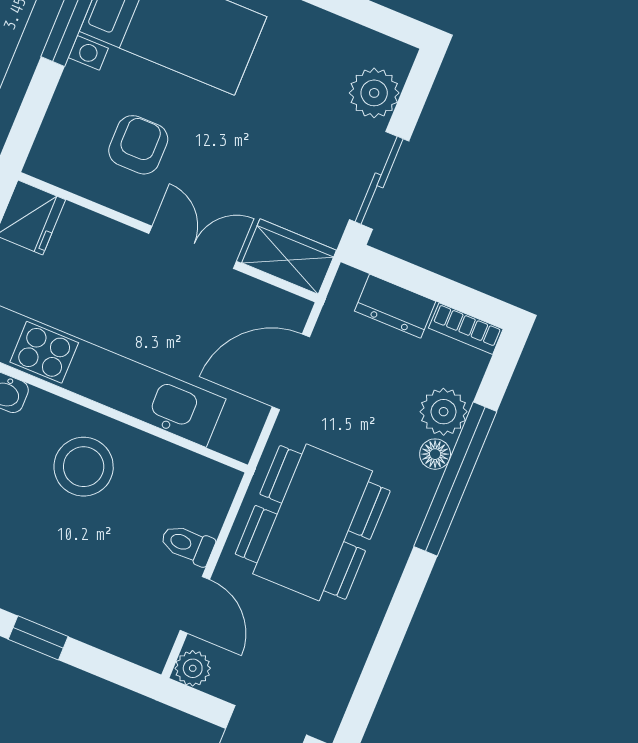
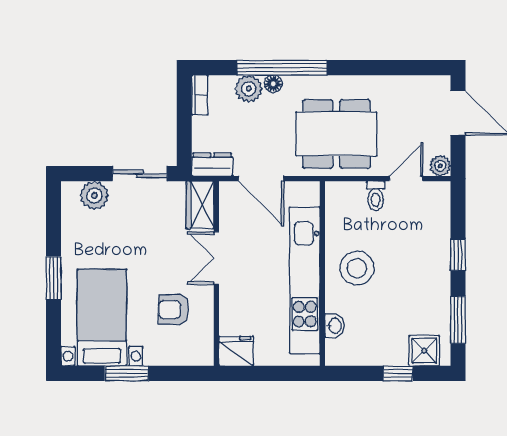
dresser: (395, 306) -> (212, 165), moved, turned -90

